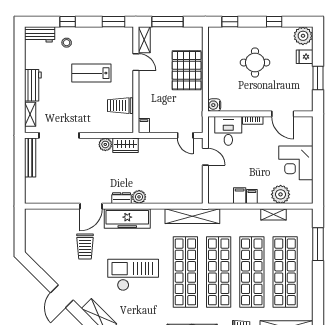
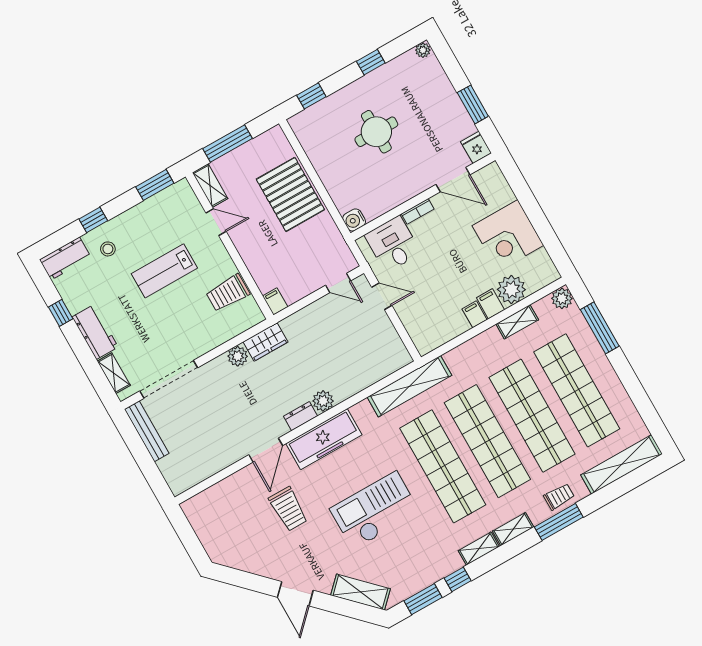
plant: (303, 36) -> (423, 50), width x0.53, depth x0.53
fridge: (305, 57) -> (476, 147), moved, turned 90
window: (20, 63) -> (61, 313), added
filing cabinet: (240, 196) -> (490, 304), moved
plant: (306, 216) -> (562, 298), added

